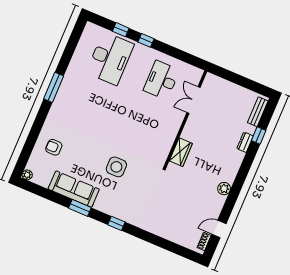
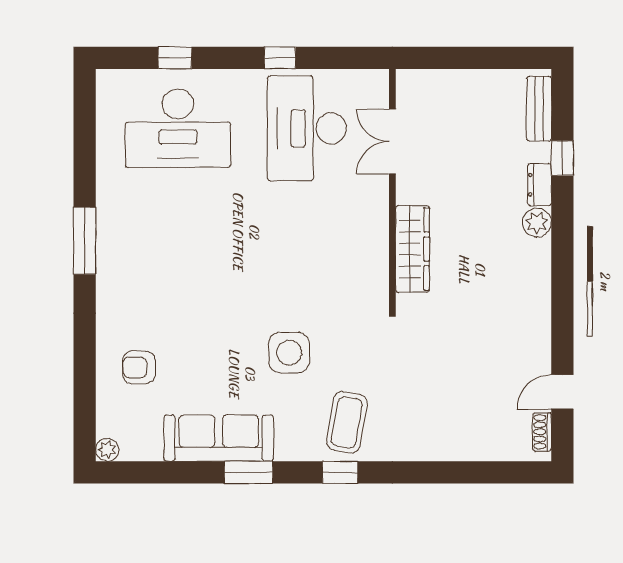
window: (146, 40) -> (280, 58), moved
desk: (110, 58) -> (178, 128), turned 90
desk: (162, 80) -> (307, 128), width x1.36, depth x1.30
wardrobe: (181, 152) -> (412, 249), width x1.50
plant: (224, 189) -> (537, 223), moved
coffee table: (128, 205) -> (347, 422), added

